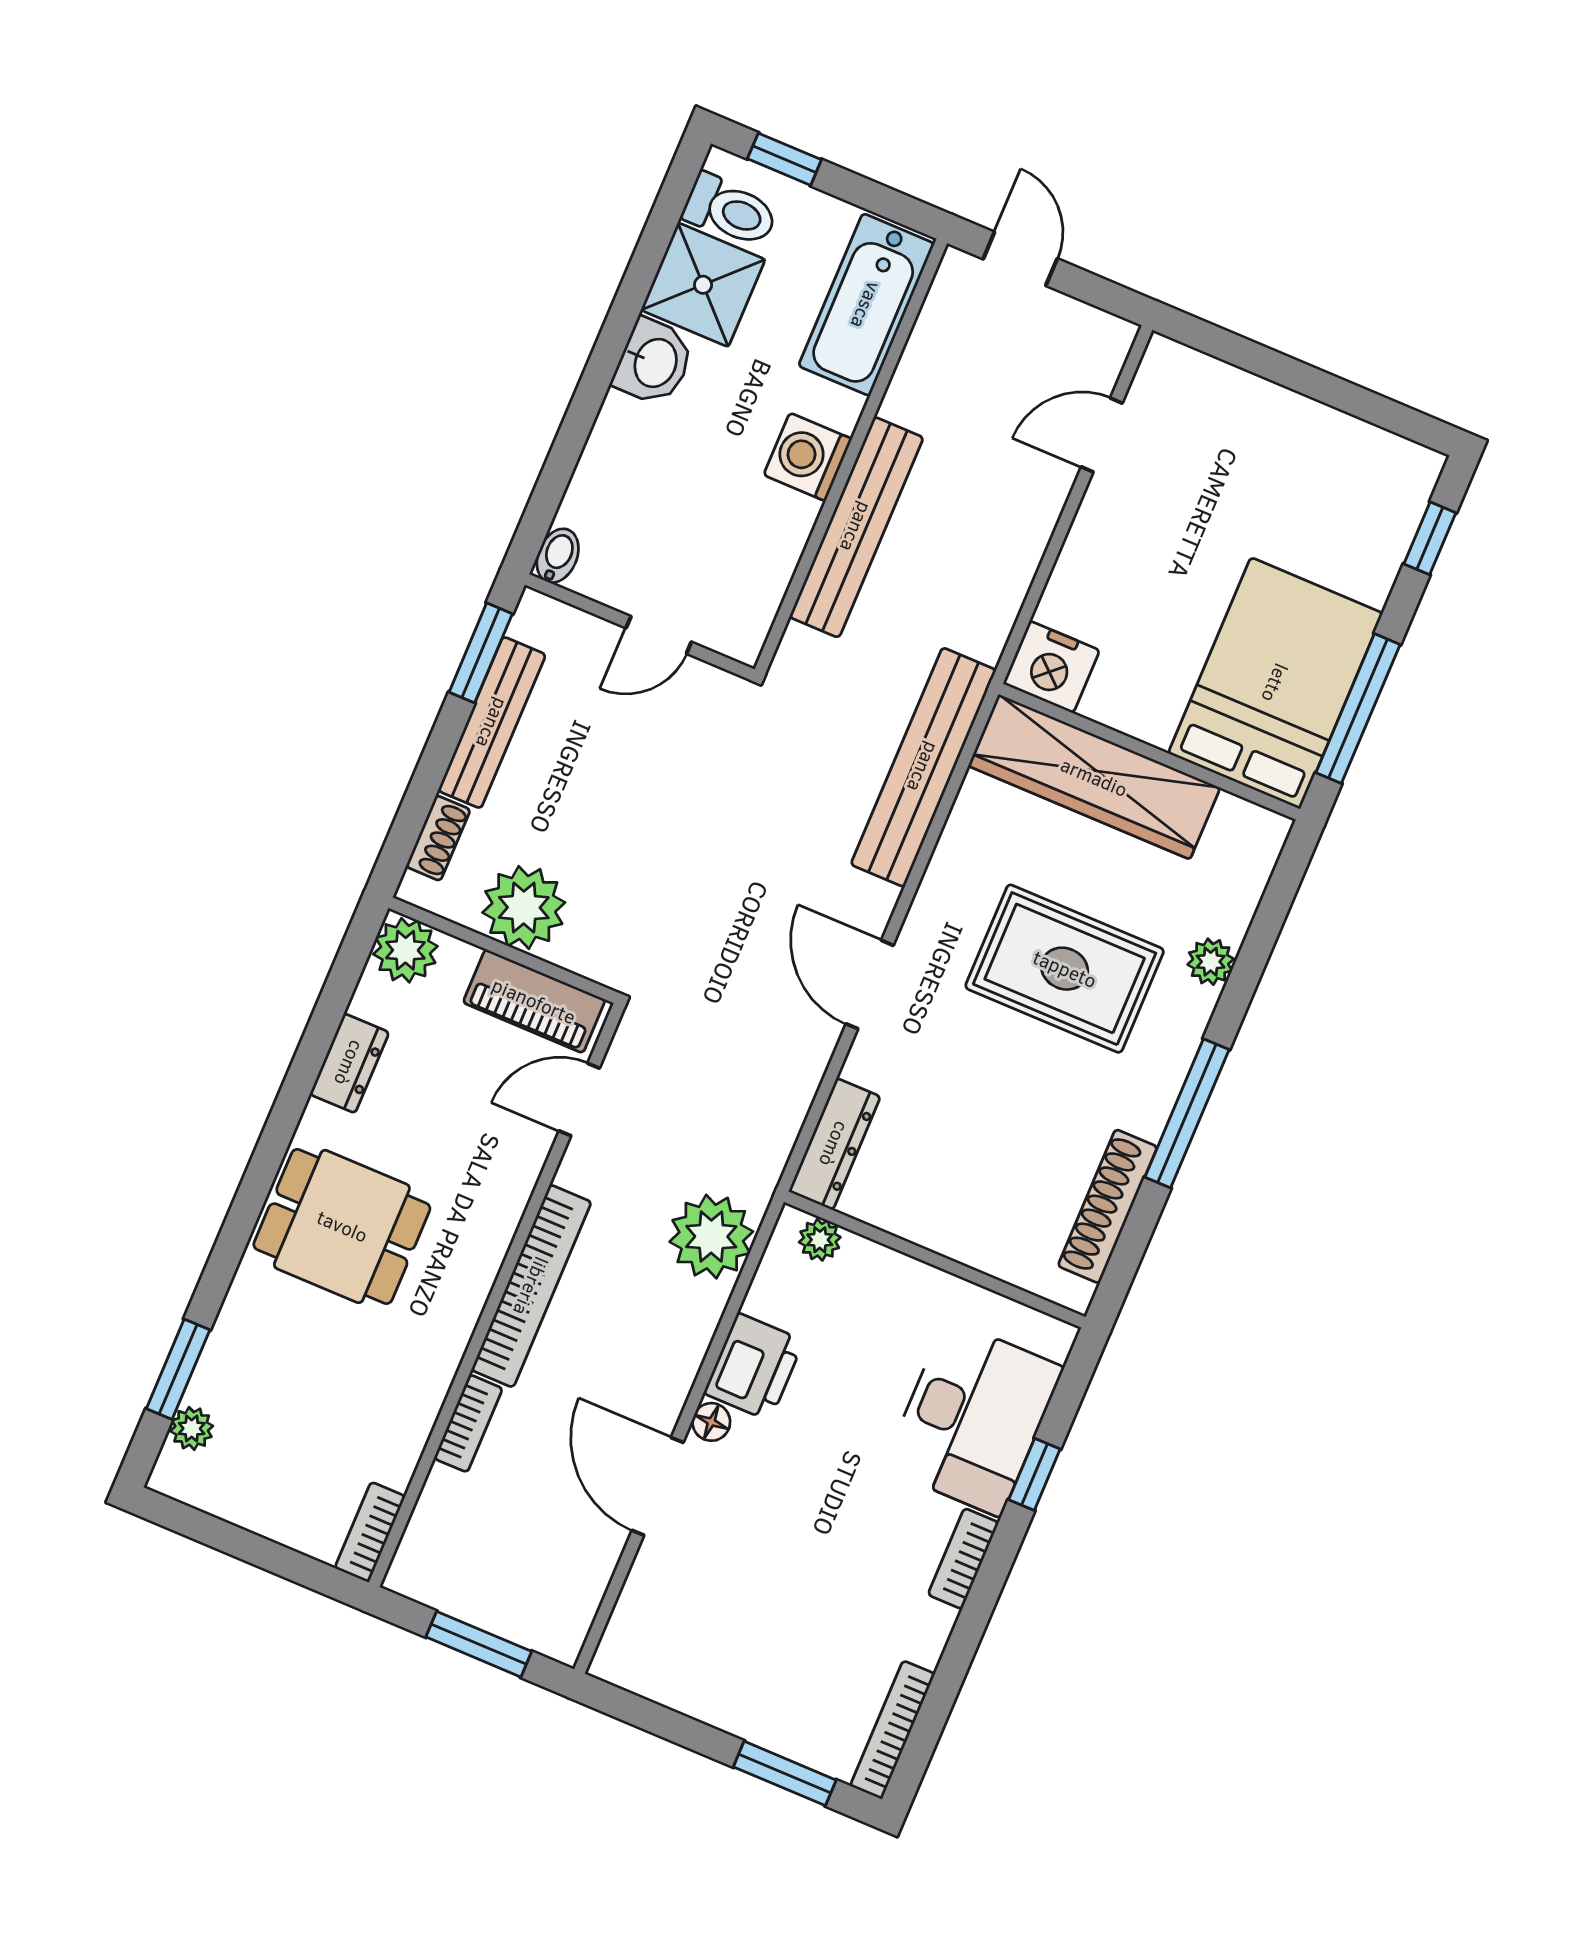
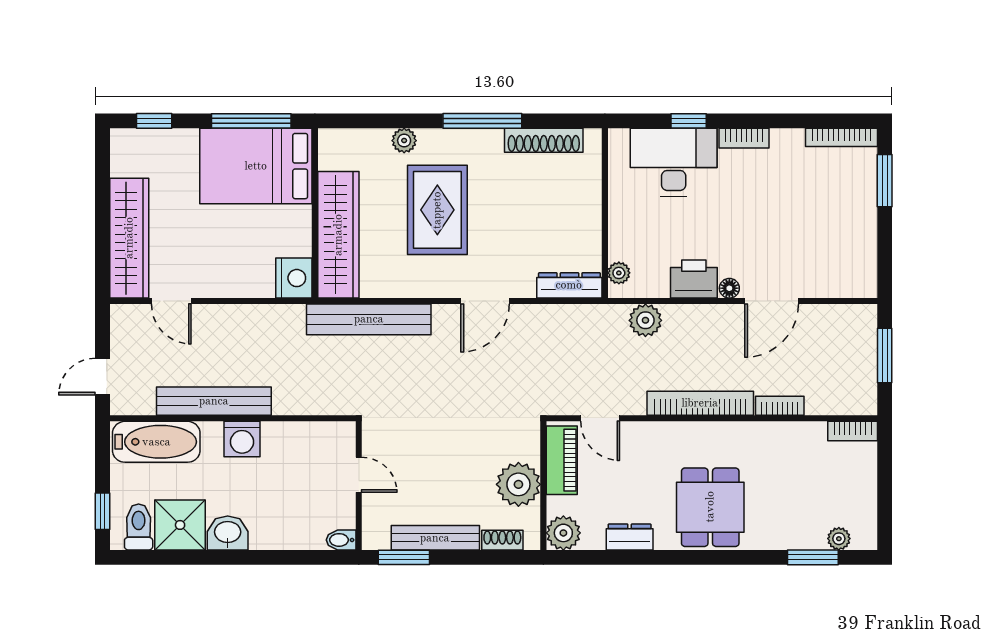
wardrobe: (1243, 408) -> (129, 238), added
bench: (856, 527) -> (214, 401), moved
plant: (711, 1237) -> (645, 320), width x0.73, depth x0.73

